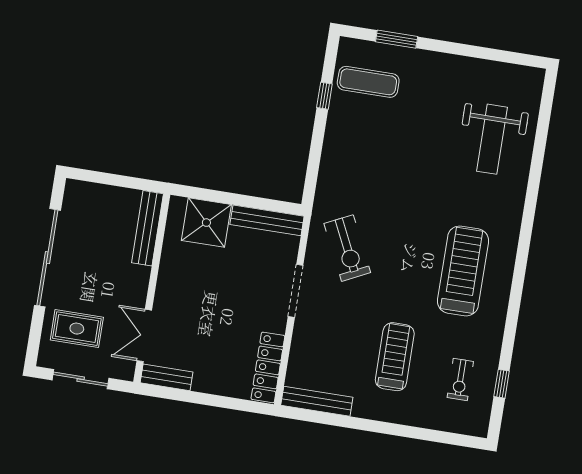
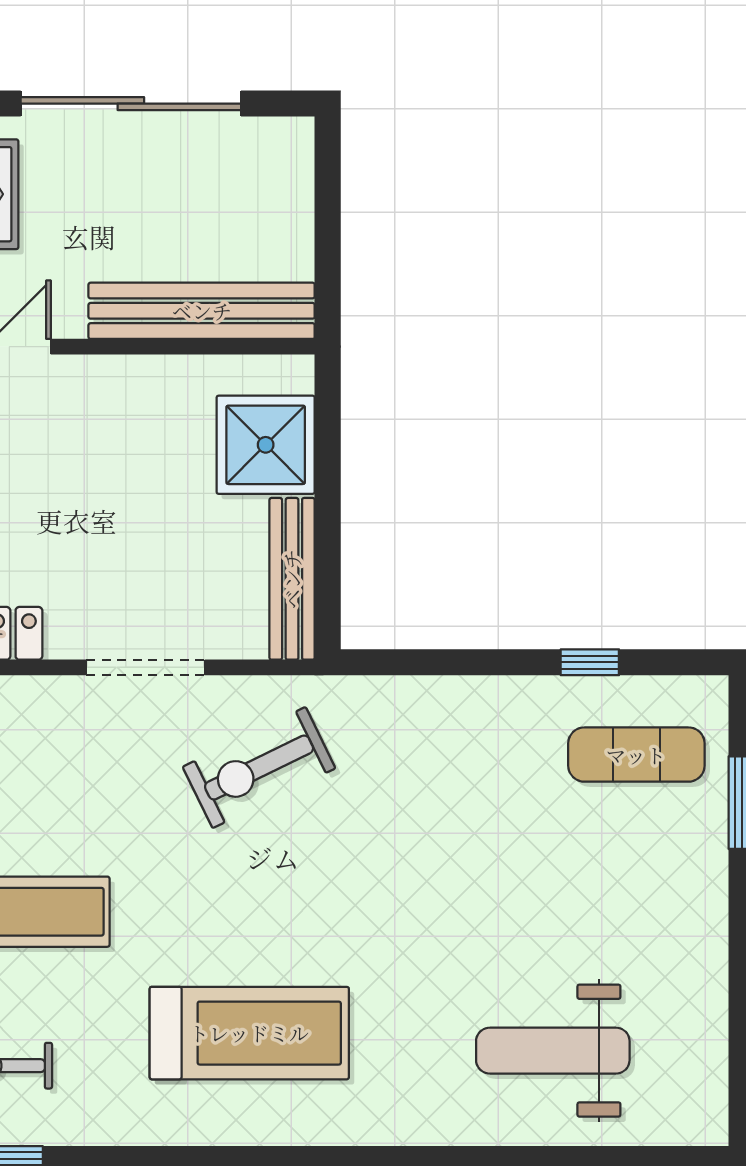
exercise mat: (368, 82) -> (636, 755), turned 90
bench: (148, 228) -> (202, 311), width x1.37, depth x1.21

